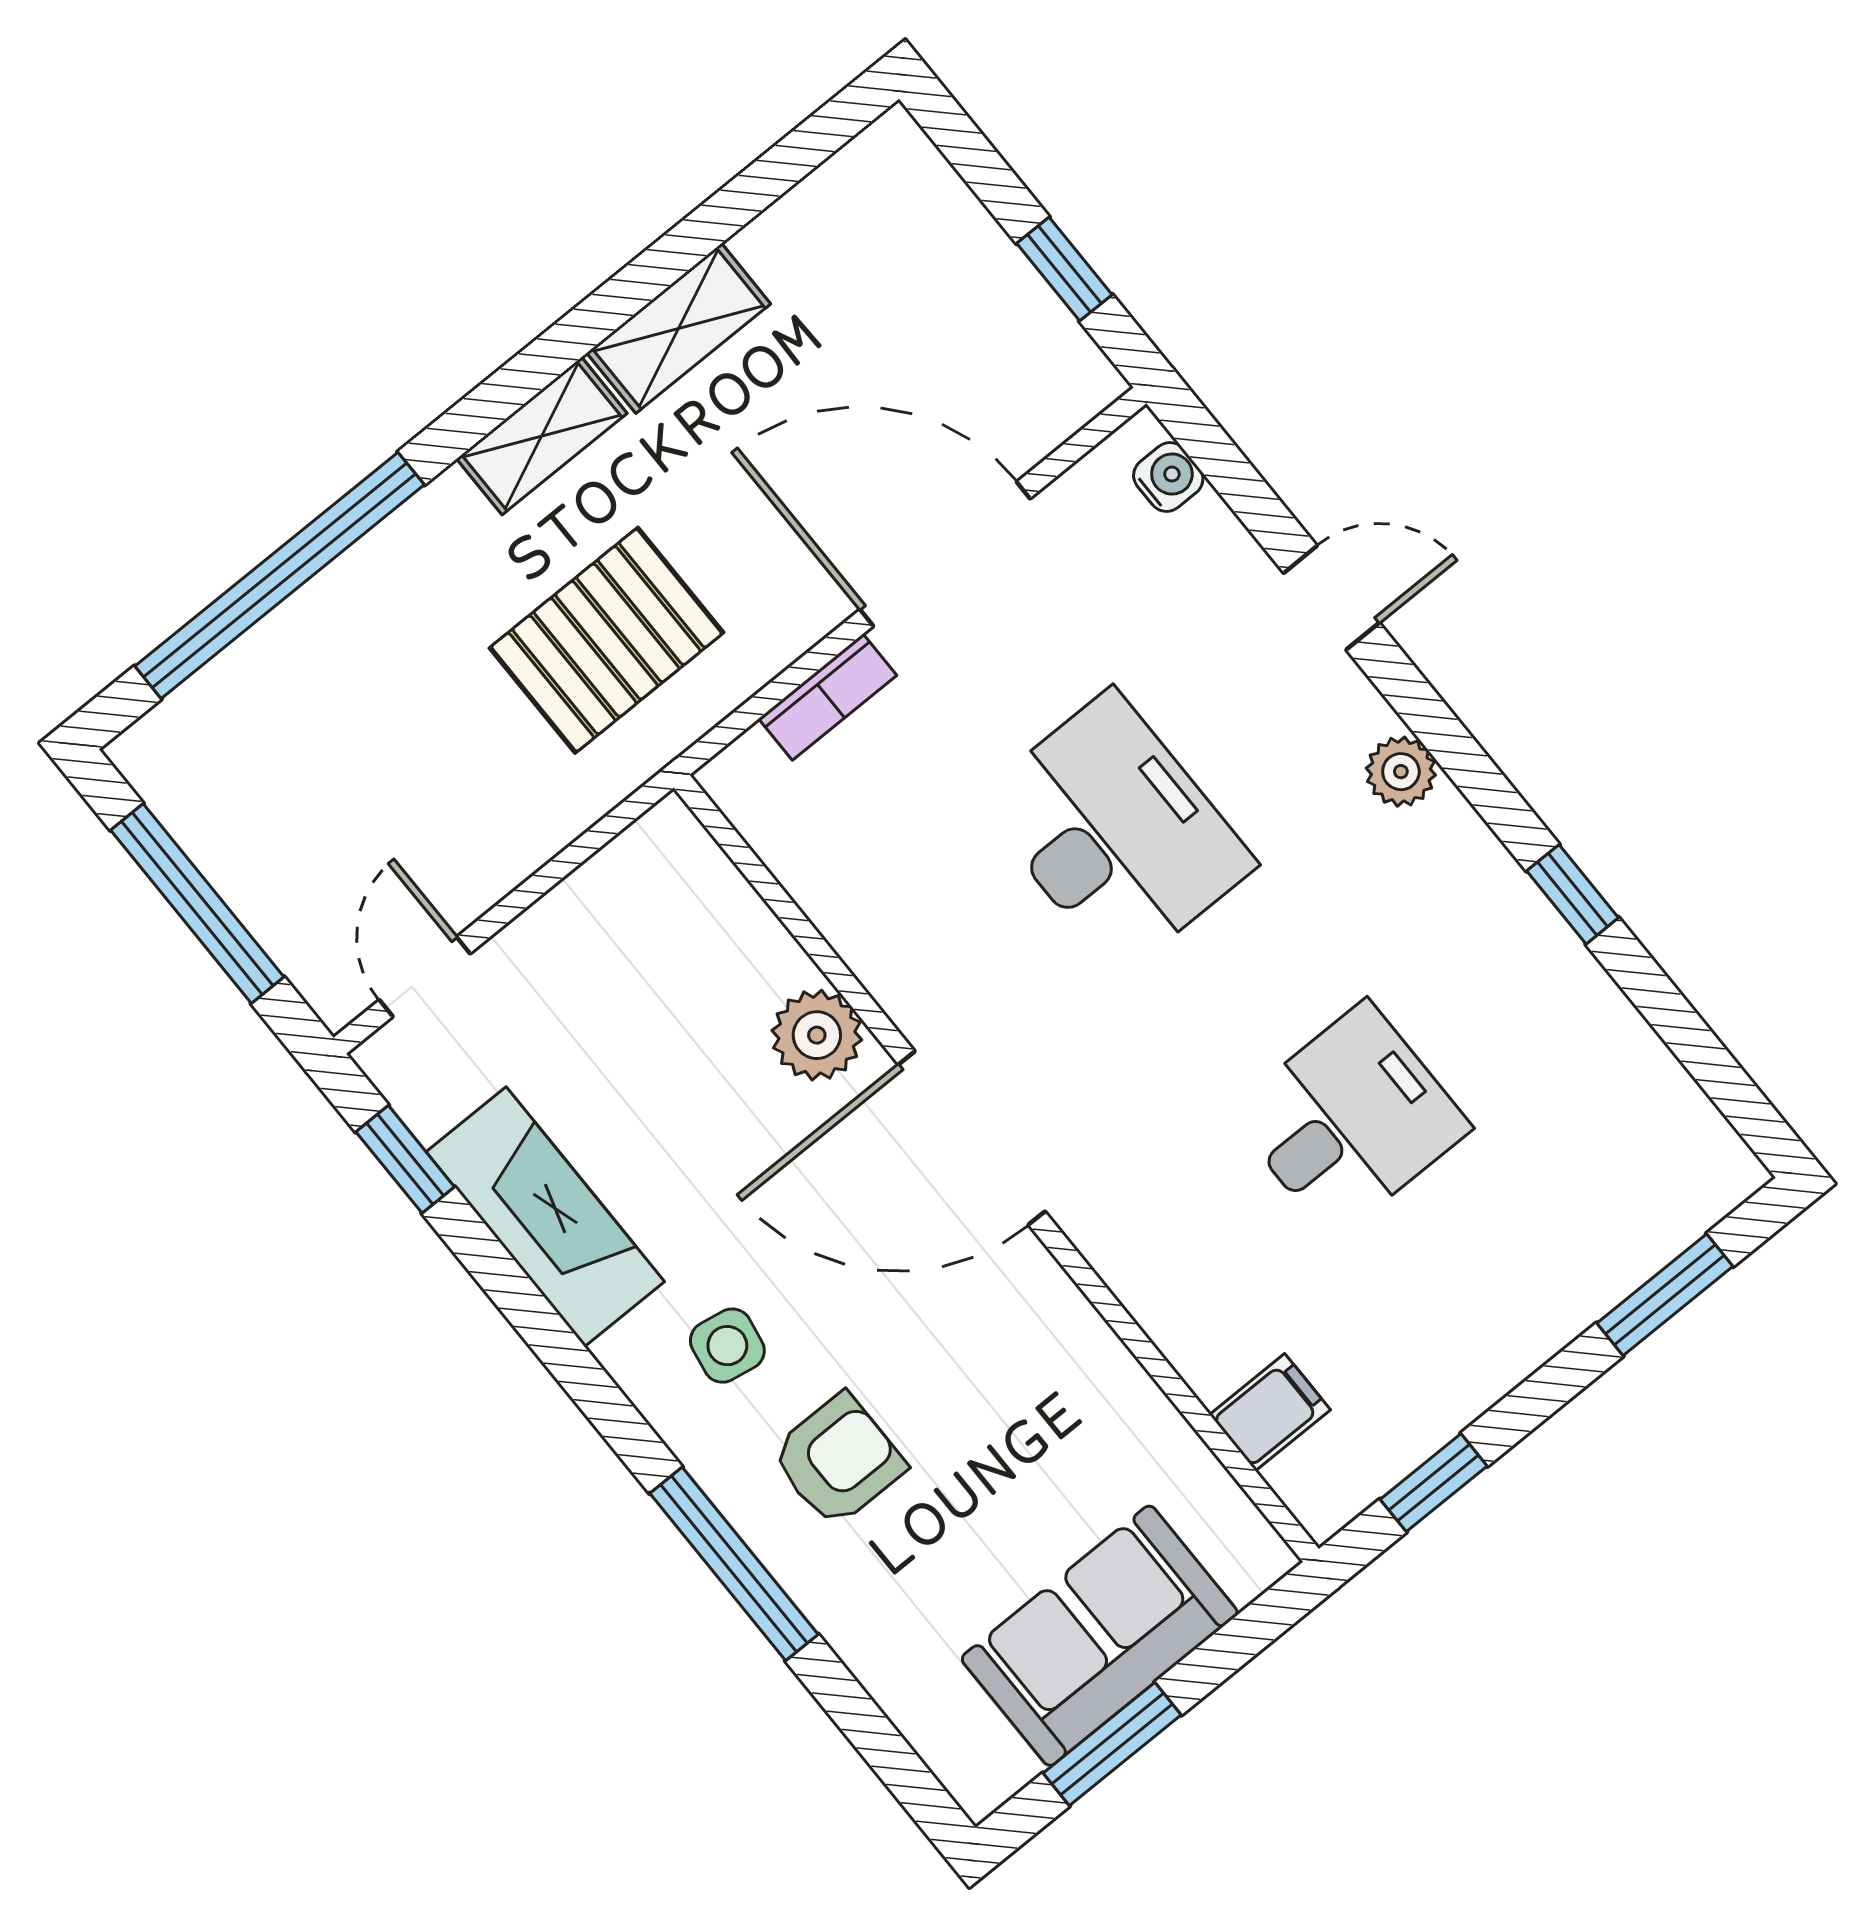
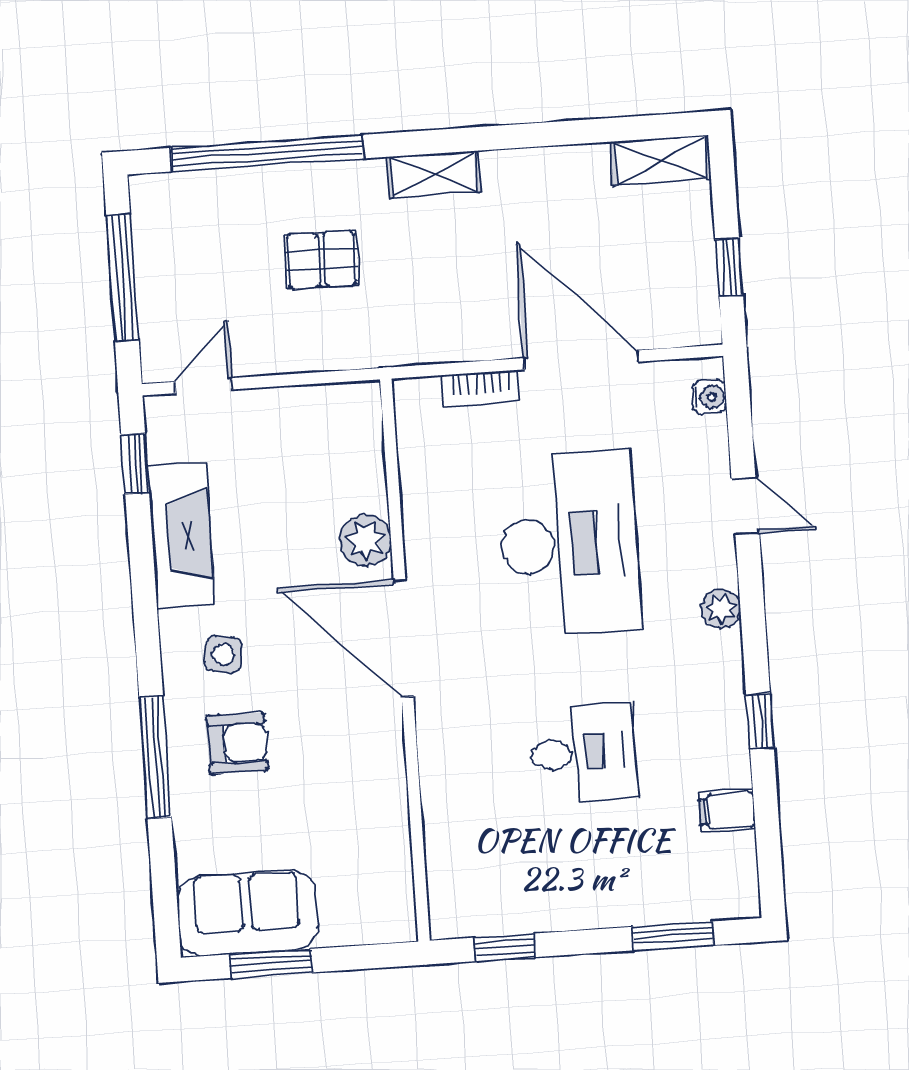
shelving: (679, 328) -> (661, 160), moved
pallet: (606, 640) -> (321, 260), moved, width x0.67, depth x0.71
desk: (1116, 832) -> (569, 544), width x1.36, depth x1.30
filing cabinet: (1270, 1412) -> (727, 810), moved, turned 180
sofa: (1100, 1636) -> (247, 913), moved

